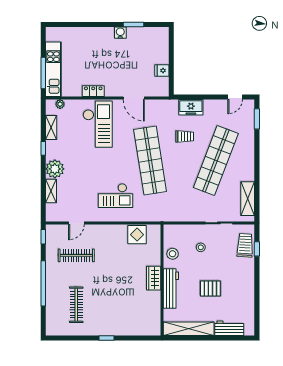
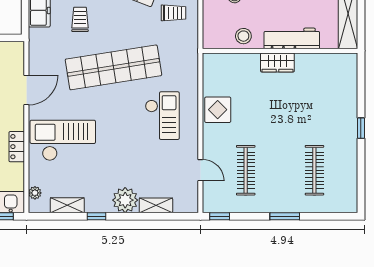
trolley: (189, 204) -> (174, 13), added
display table: (137, 235) -> (218, 110), moved
window: (43, 283) -> (285, 216), width x0.47
clothes rail: (76, 305) -> (314, 170), turned 90

